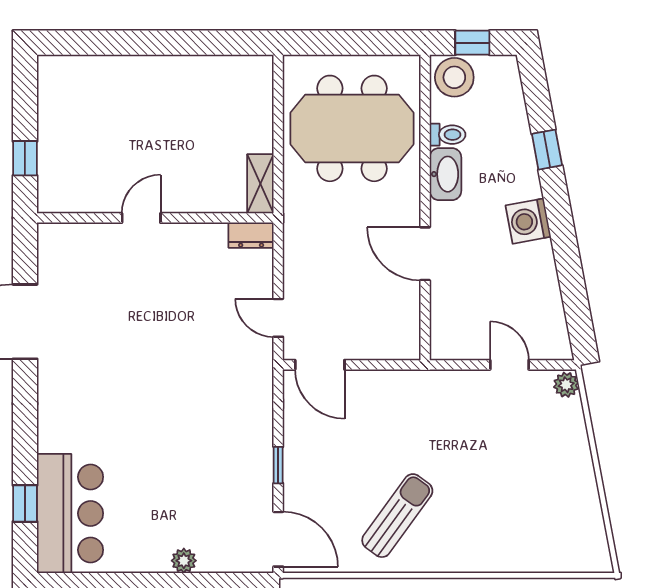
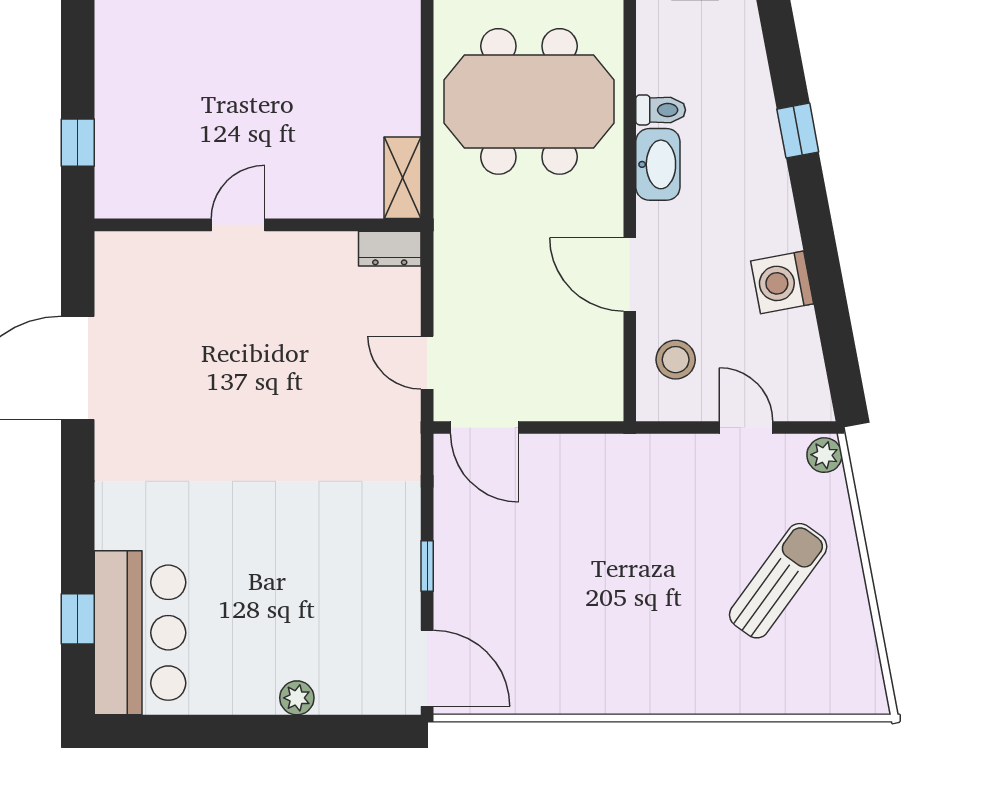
stool: (454, 77) -> (676, 360), moved, width x0.73, depth x0.73
washing machine: (528, 221) -> (782, 282), moved
sun lounger: (397, 516) -> (778, 581), moved

